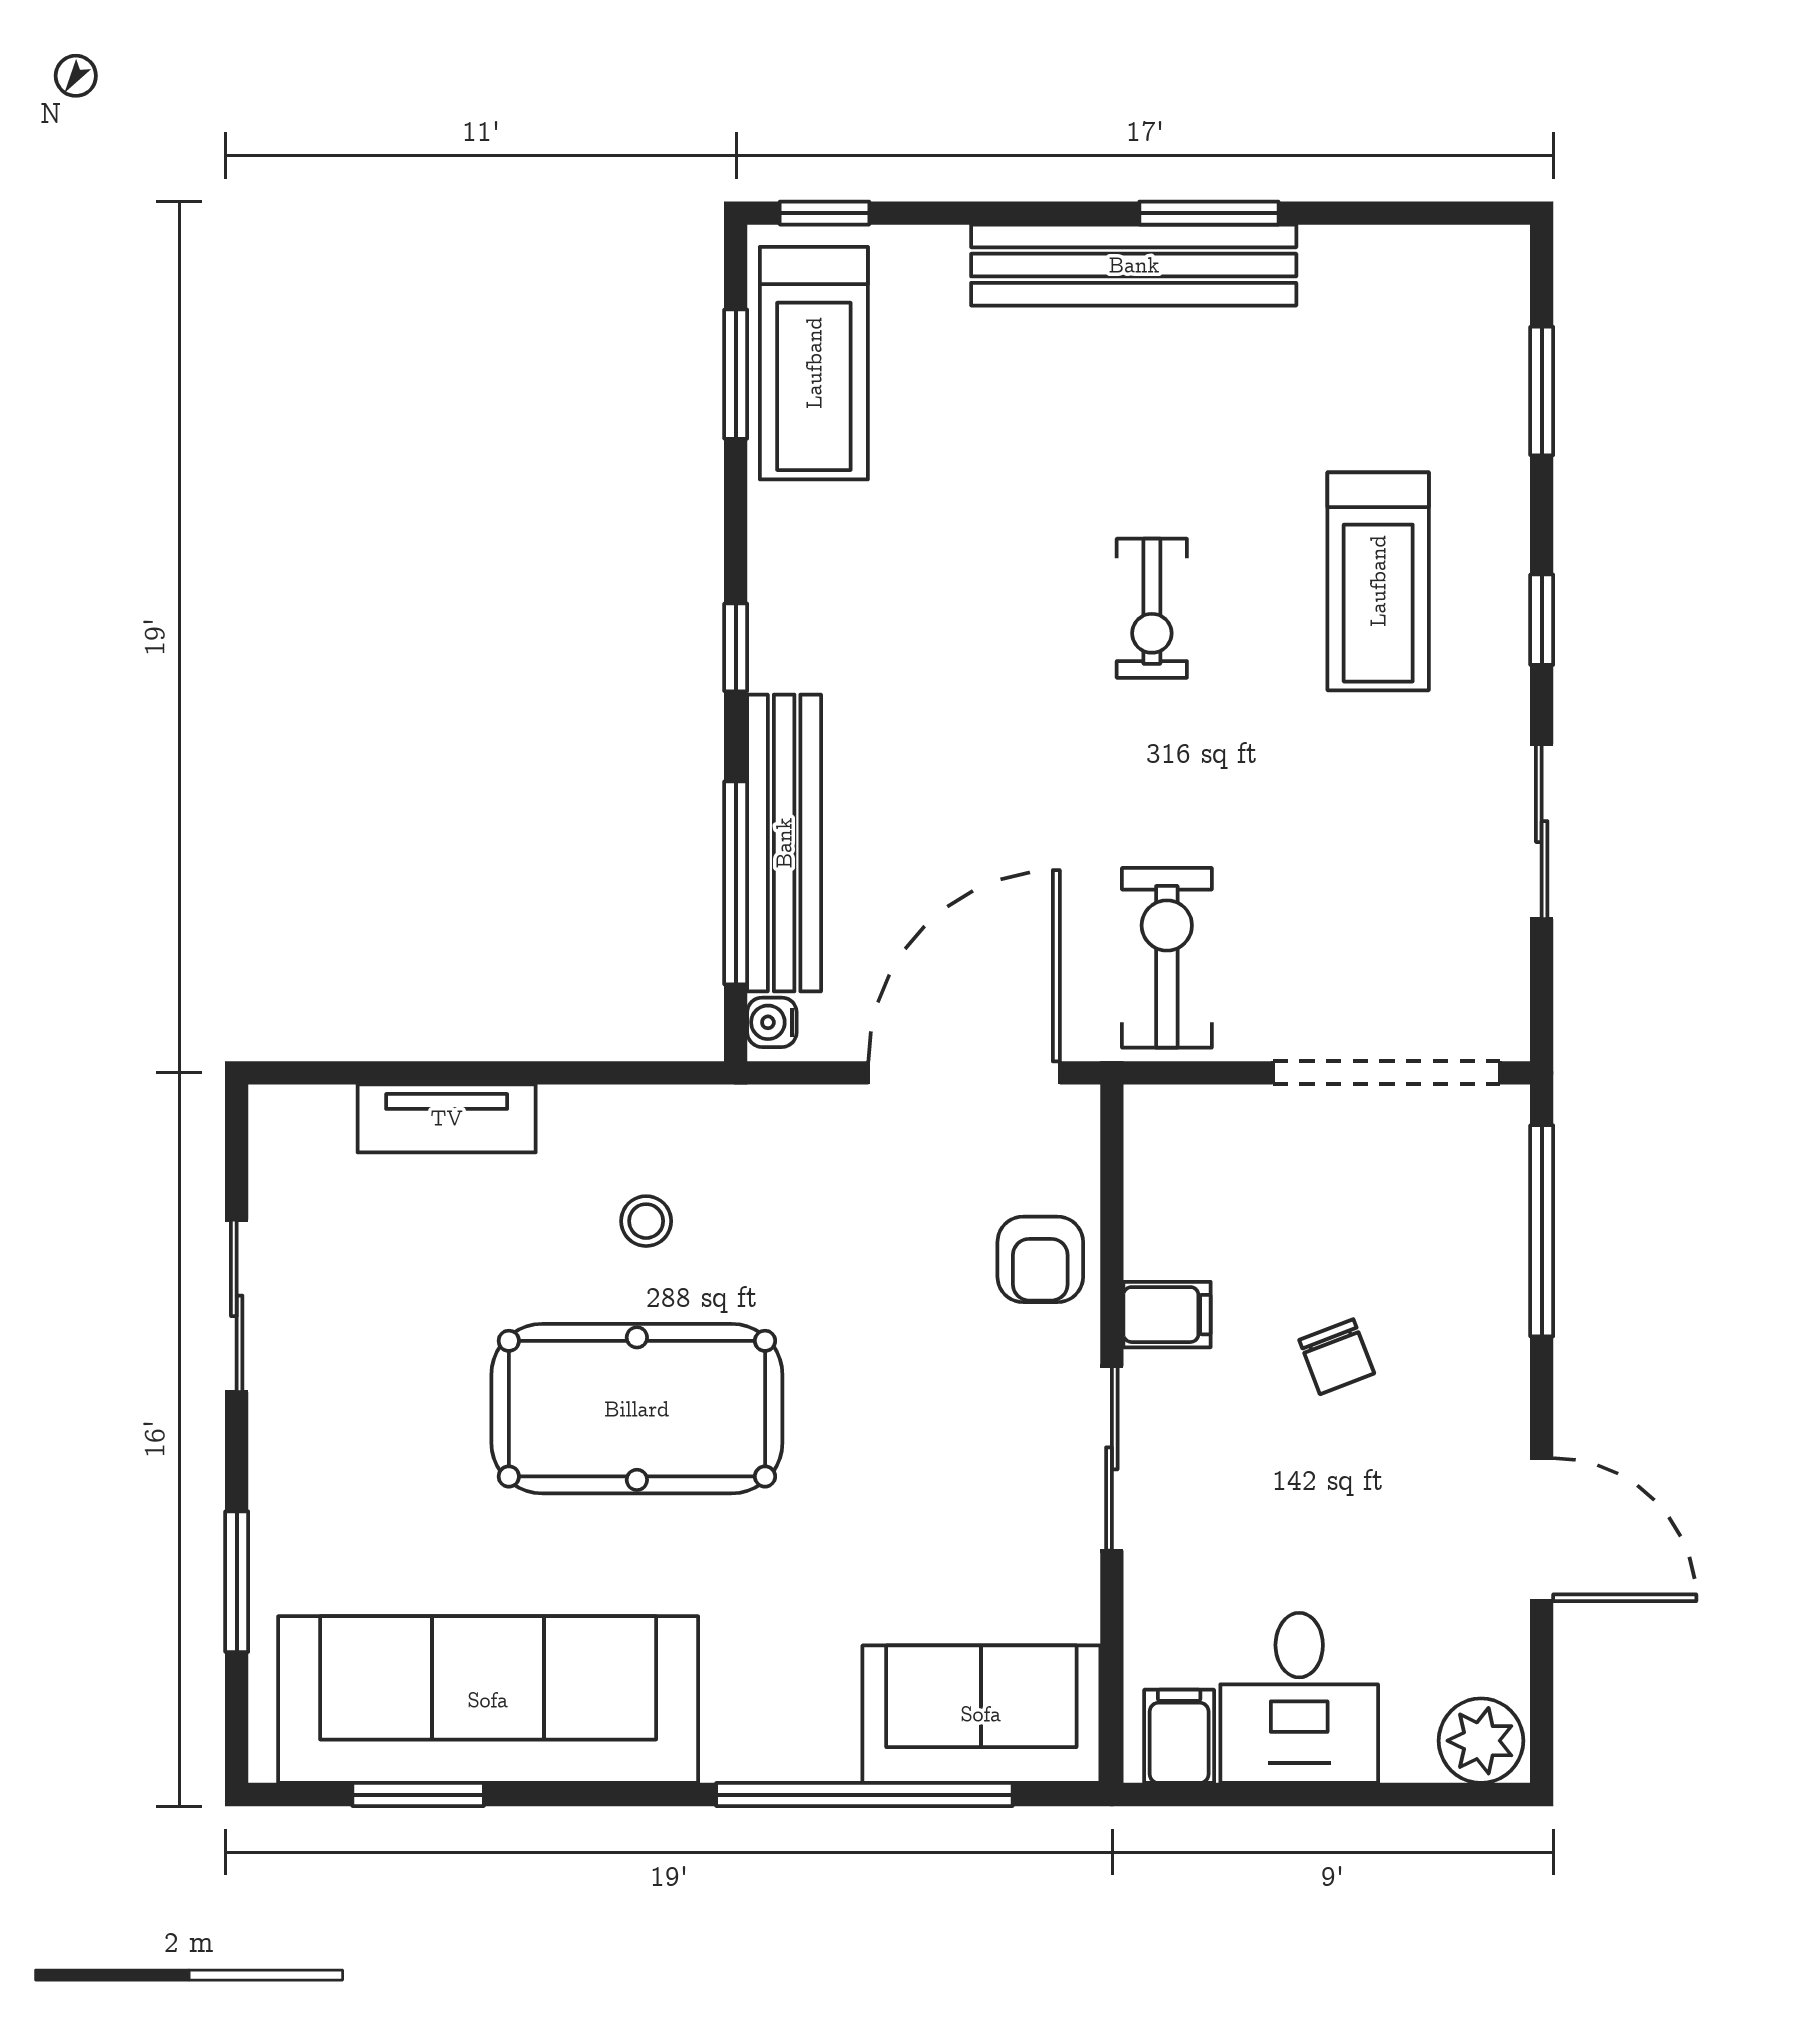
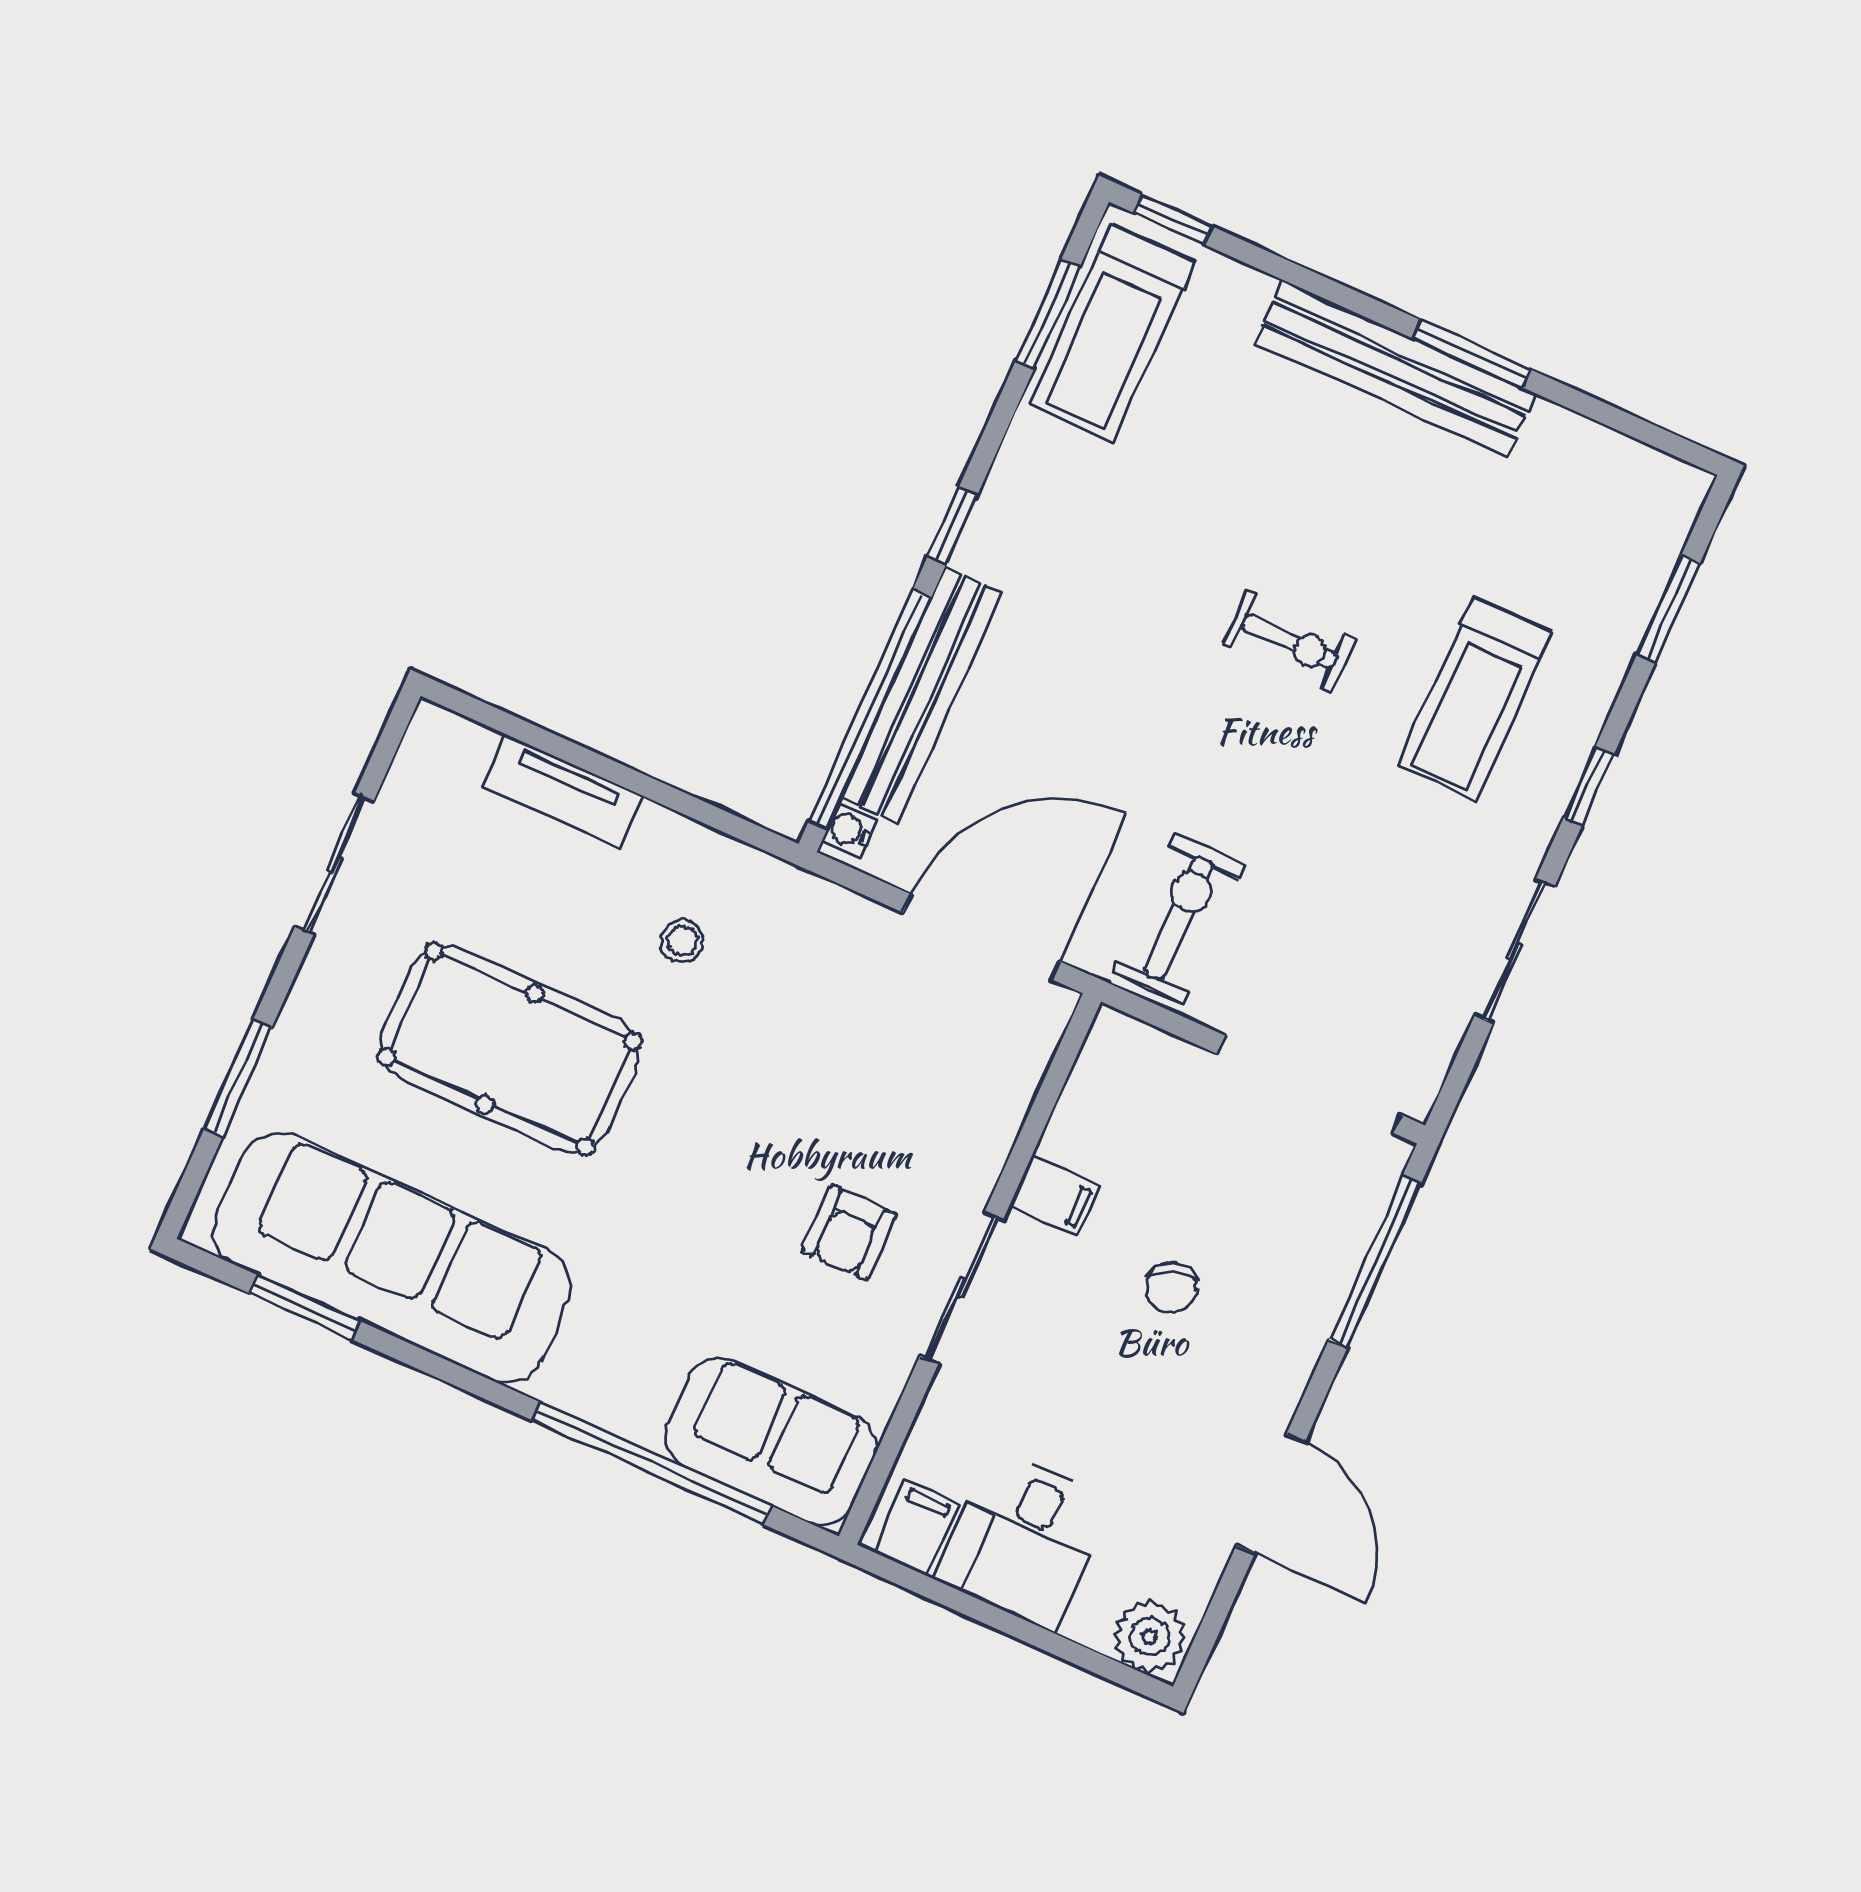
exercise bike: (1152, 608) -> (1289, 641), turned -90
window: (736, 883) -> (870, 709), width x1.46
armchair: (1040, 1259) -> (849, 1232), moved
pool table: (637, 1409) -> (510, 1049), moved

